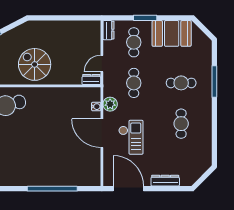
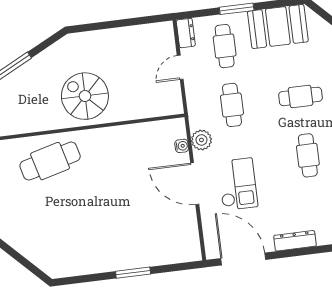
door: (102, 64) -> (180, 67), moved
dresser: (91, 80) -> (170, 108), removed
window: (52, 189) -> (133, 273), width x0.47

